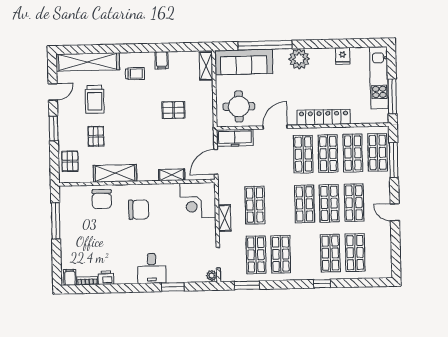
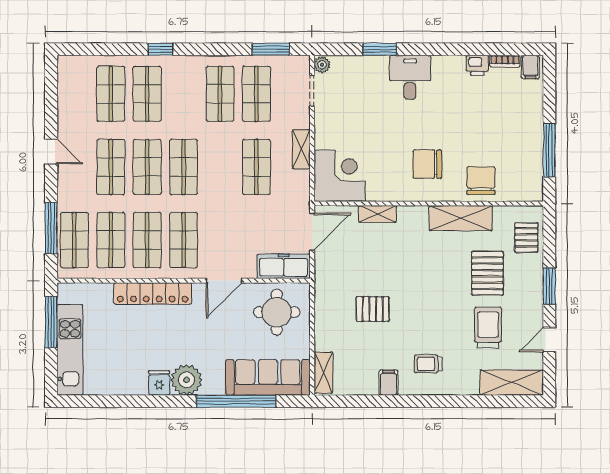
fridge: (343, 56) -> (159, 383), moved
shelving: (88, 62) -> (512, 383), width x0.68
pallet: (96, 136) -> (487, 273), width x1.50, depth x1.42

